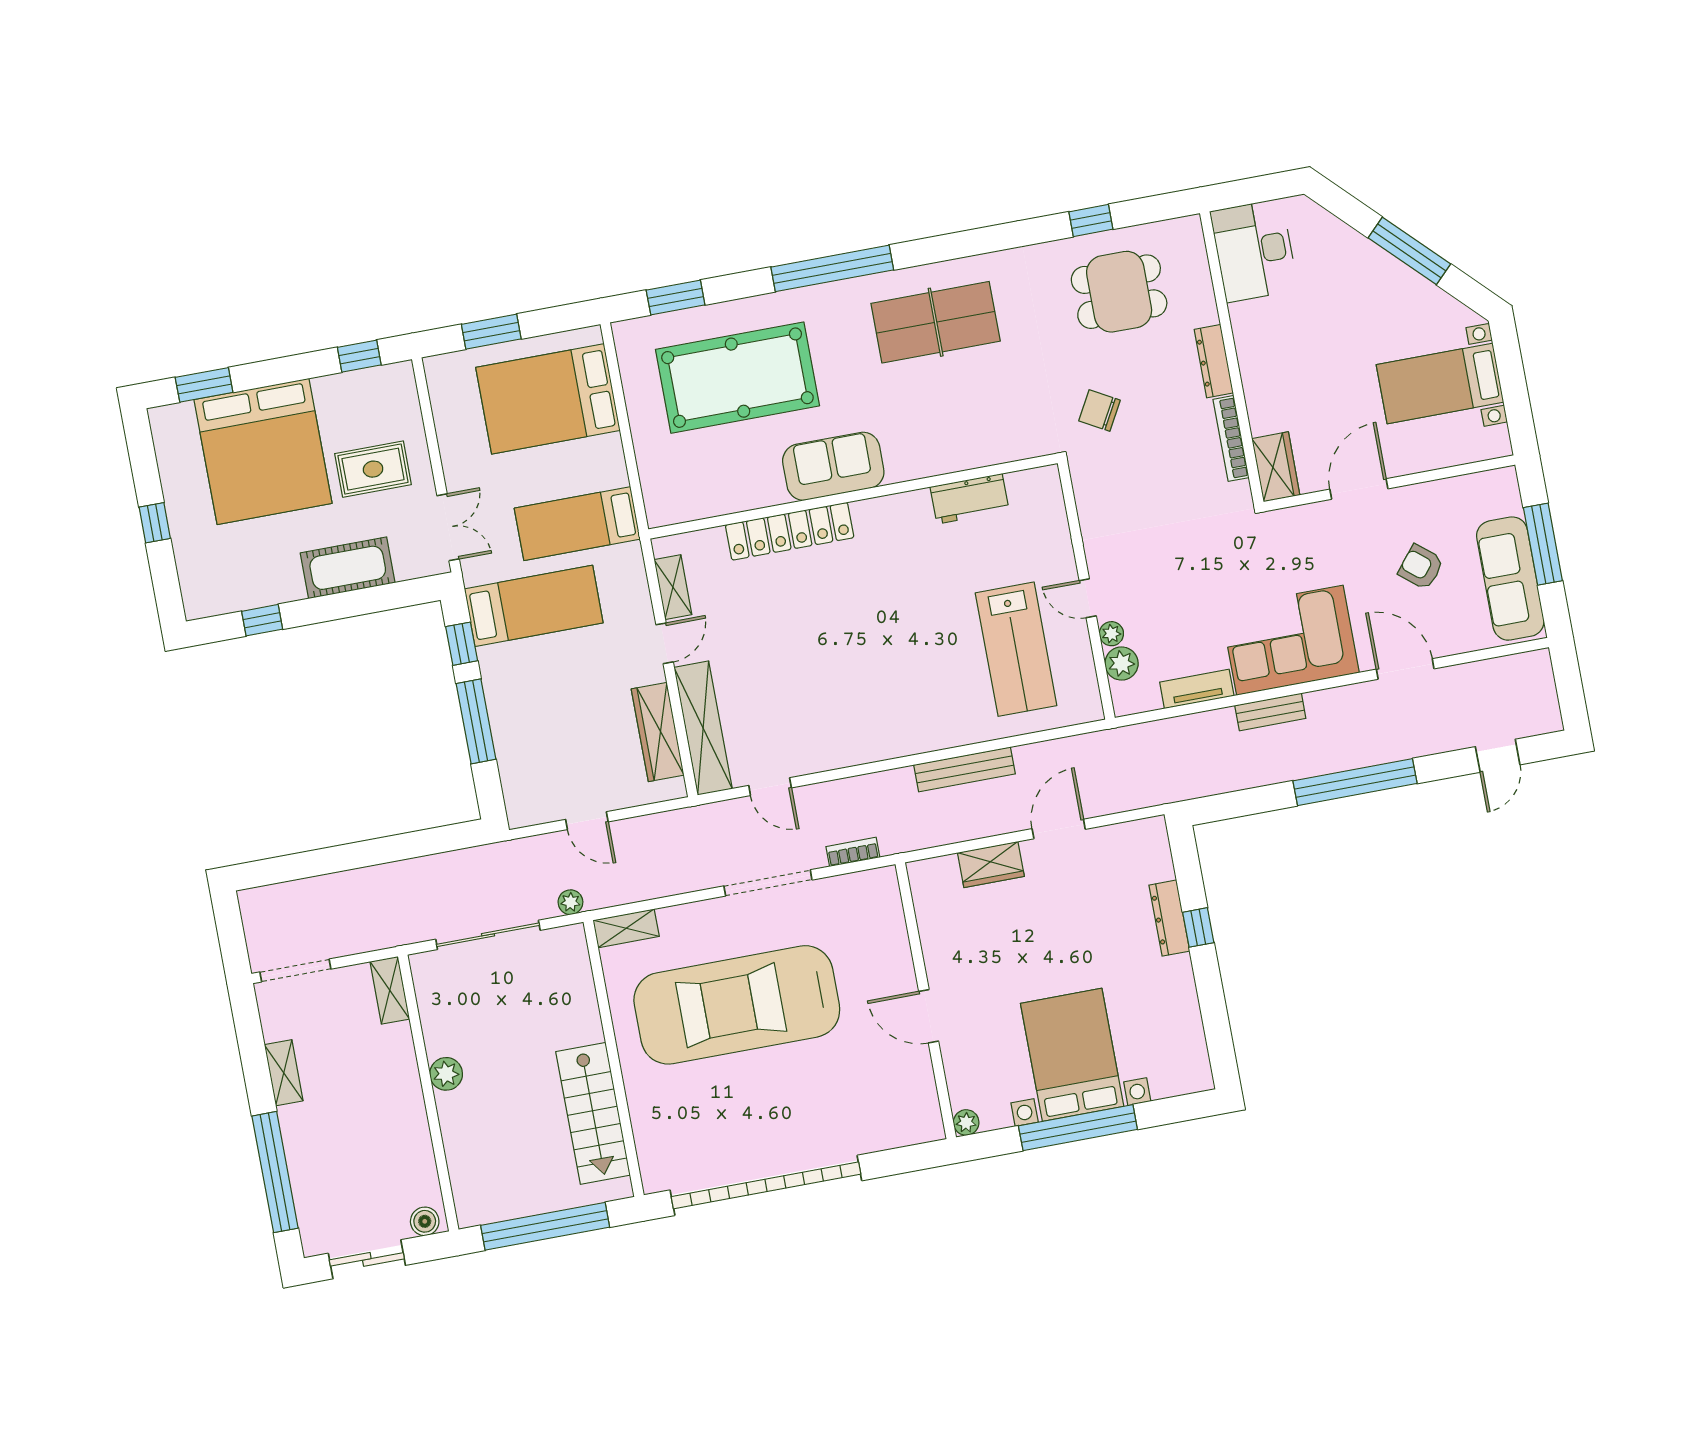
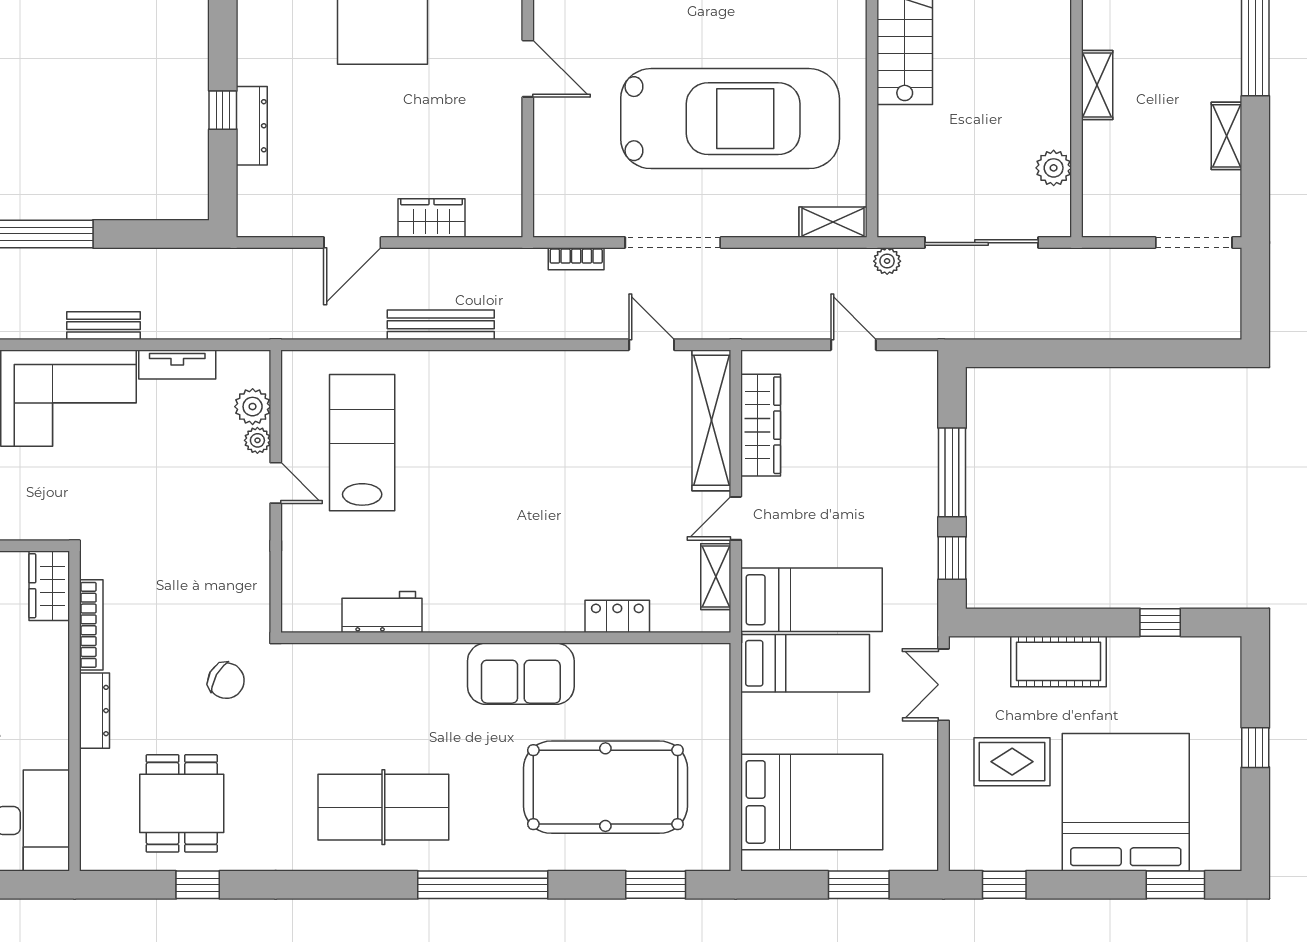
dining table: (1119, 292) -> (182, 803), turned 90
locker: (790, 531) -> (617, 616), width x0.46, depth x0.83
bed: (534, 606) -> (811, 600), moved, turned 180
shelving: (390, 990) -> (1097, 85), moved
plant: (446, 1074) -> (1054, 168), moved

